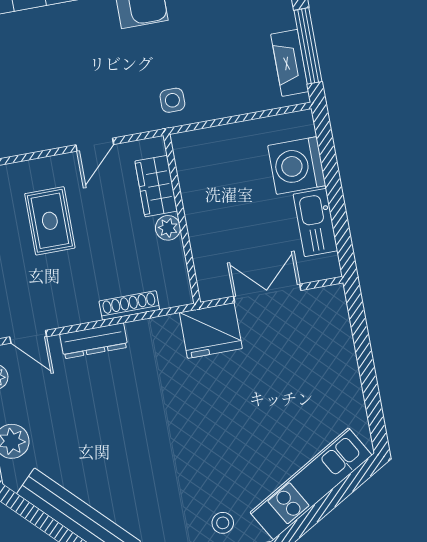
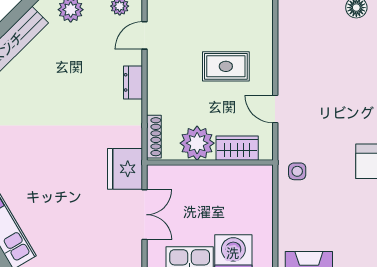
plant: (168, 228) -> (197, 143), width x1.88, depth x1.88
shoe rack: (129, 305) -> (154, 137), moved
dresser: (94, 341) -> (133, 82), width x0.70

